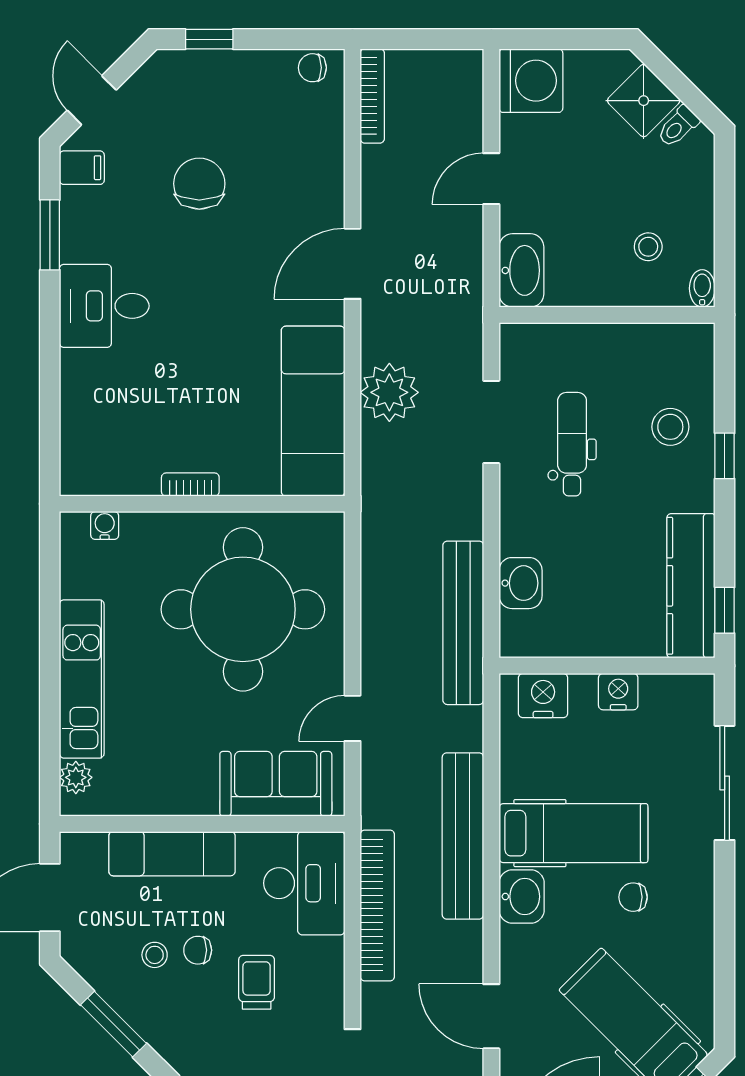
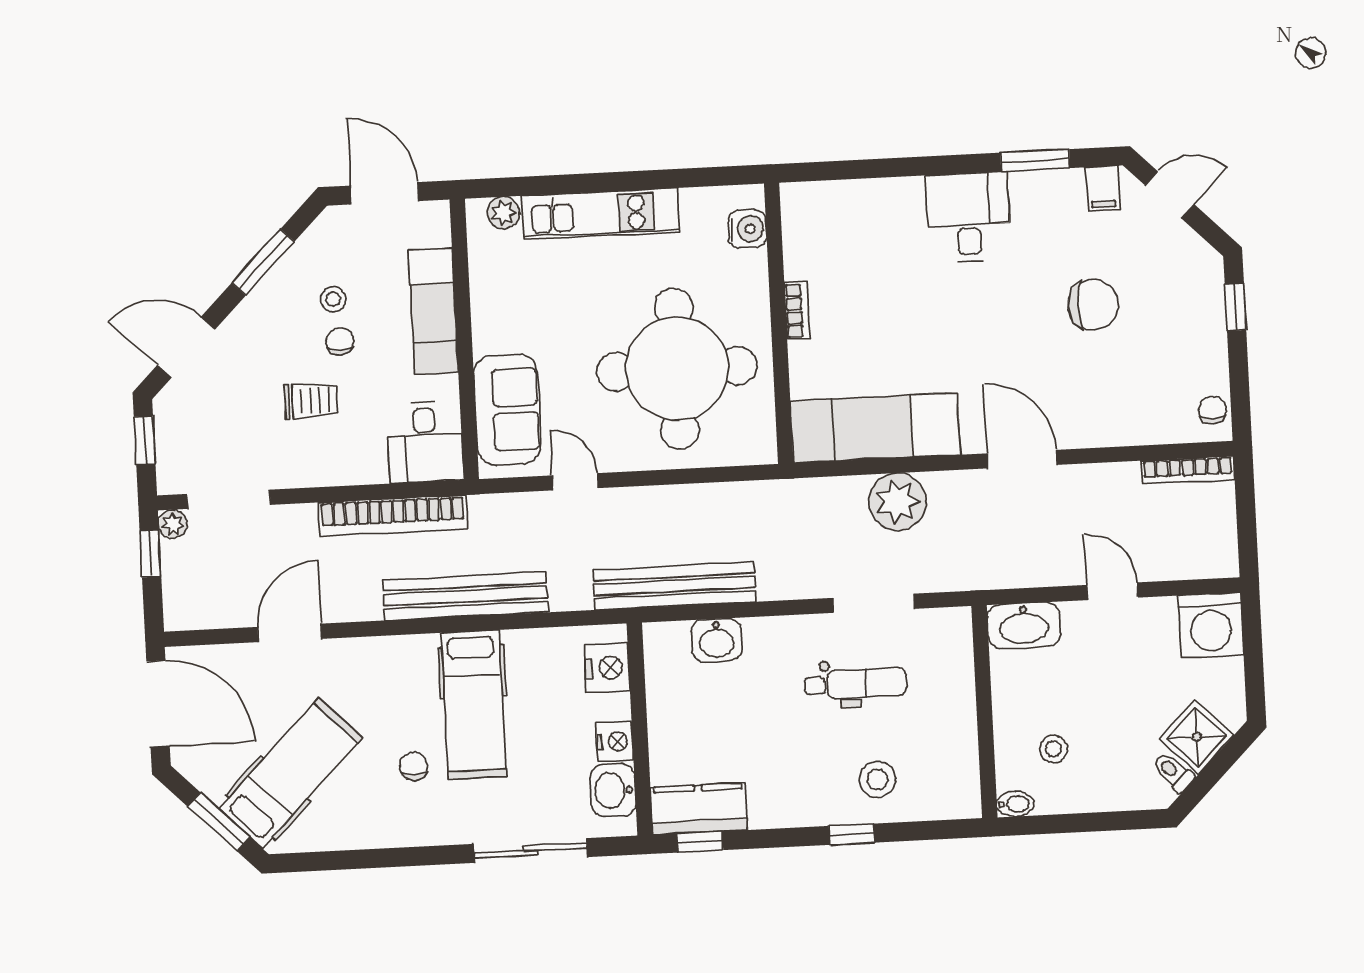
water cooler: (105, 525) -> (747, 229), width x1.38, depth x1.38
kitchen counter: (691, 586) -> (699, 809), width x0.67
desk: (304, 883) -> (425, 442), width x0.73
washbasin: (522, 897) -> (613, 790), moved, turned 90

